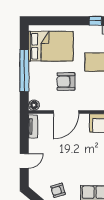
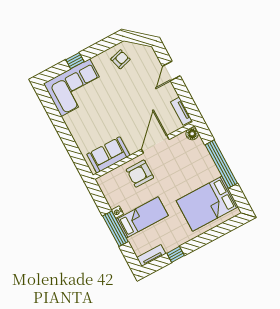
armchair: (66, 82) -> (140, 174), moved, turned 180

